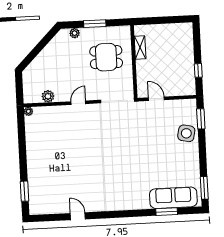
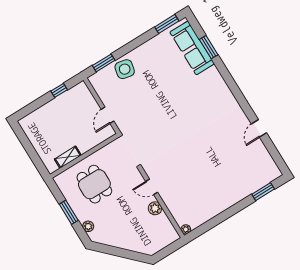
plant: (48, 96) -> (155, 208), moved

